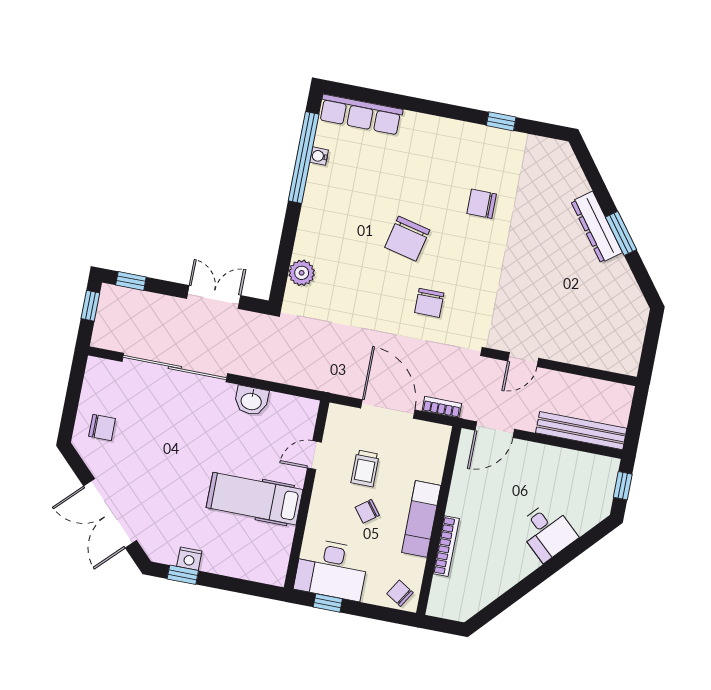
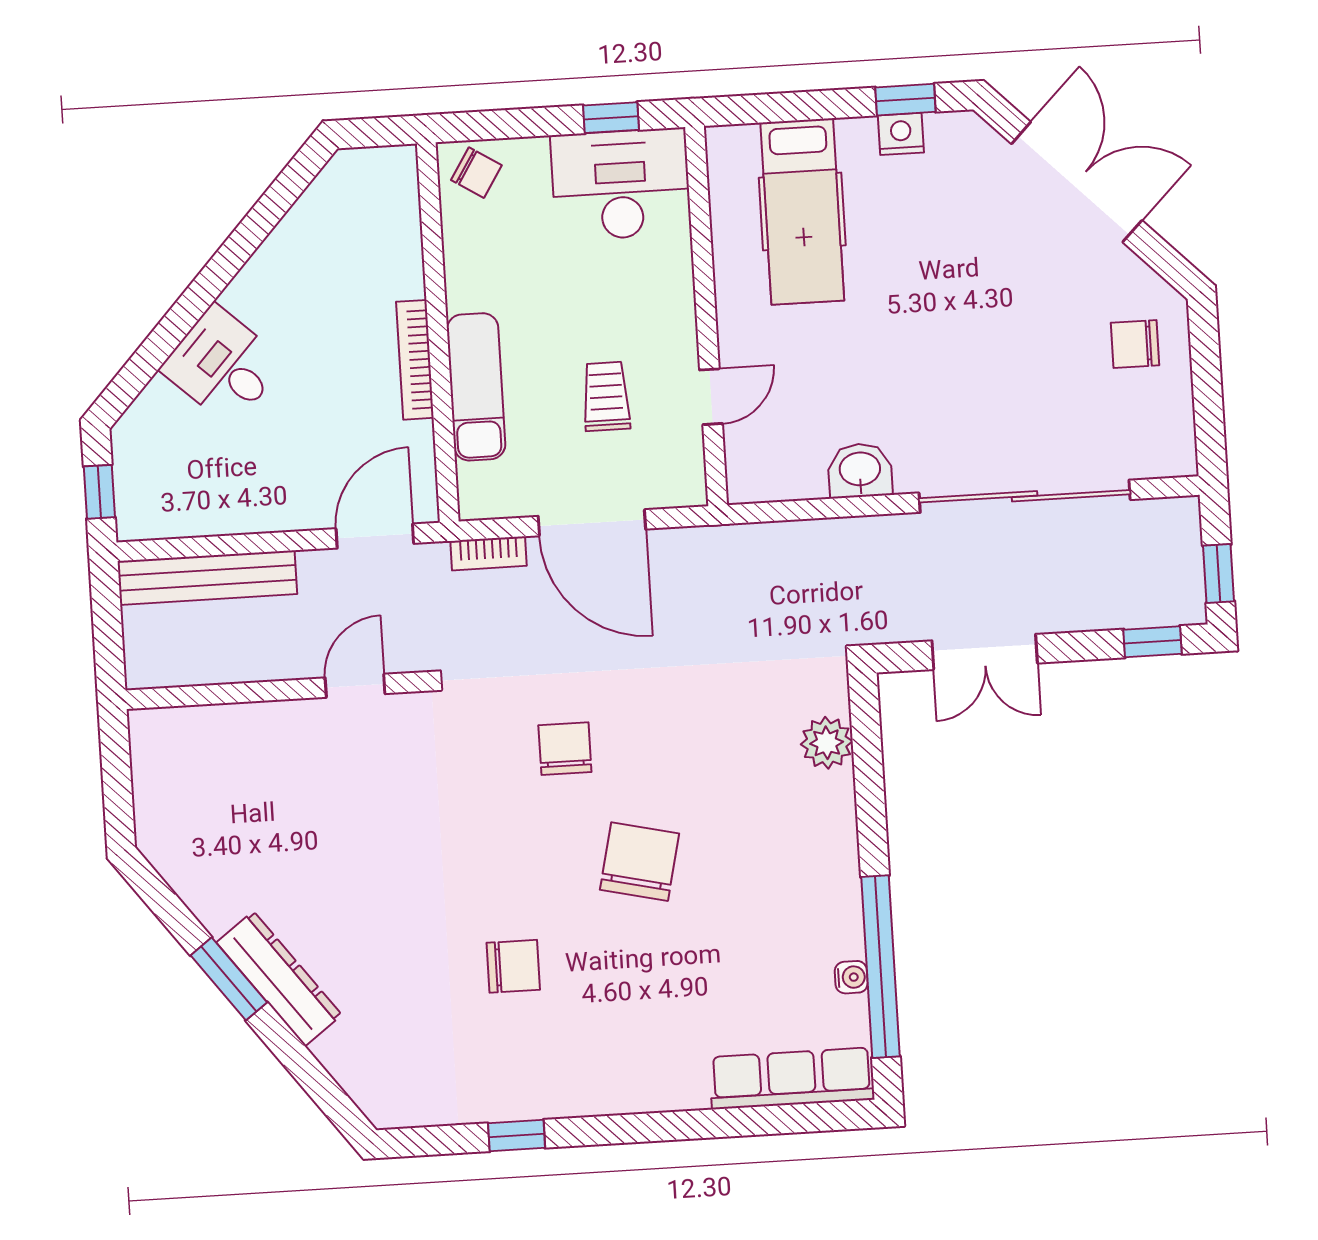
hospital bed: (254, 499) -> (802, 212), moved, turned 90
chair: (367, 511) -> (580, 315), removed
exam couch: (421, 519) -> (476, 387), moved
bookcase: (446, 546) -> (415, 360), moved

